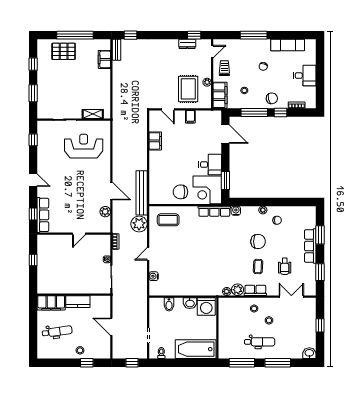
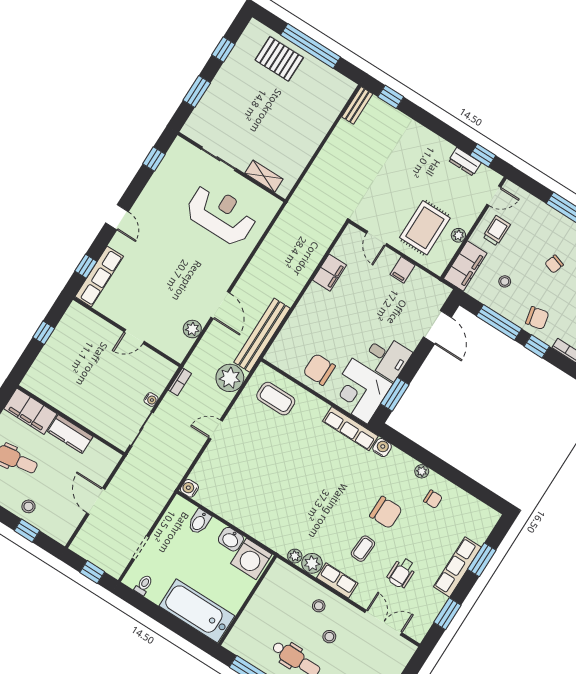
filing cabinet: (104, 59) -> (331, 108), removed
water cooler: (154, 276) -> (189, 488), moved

